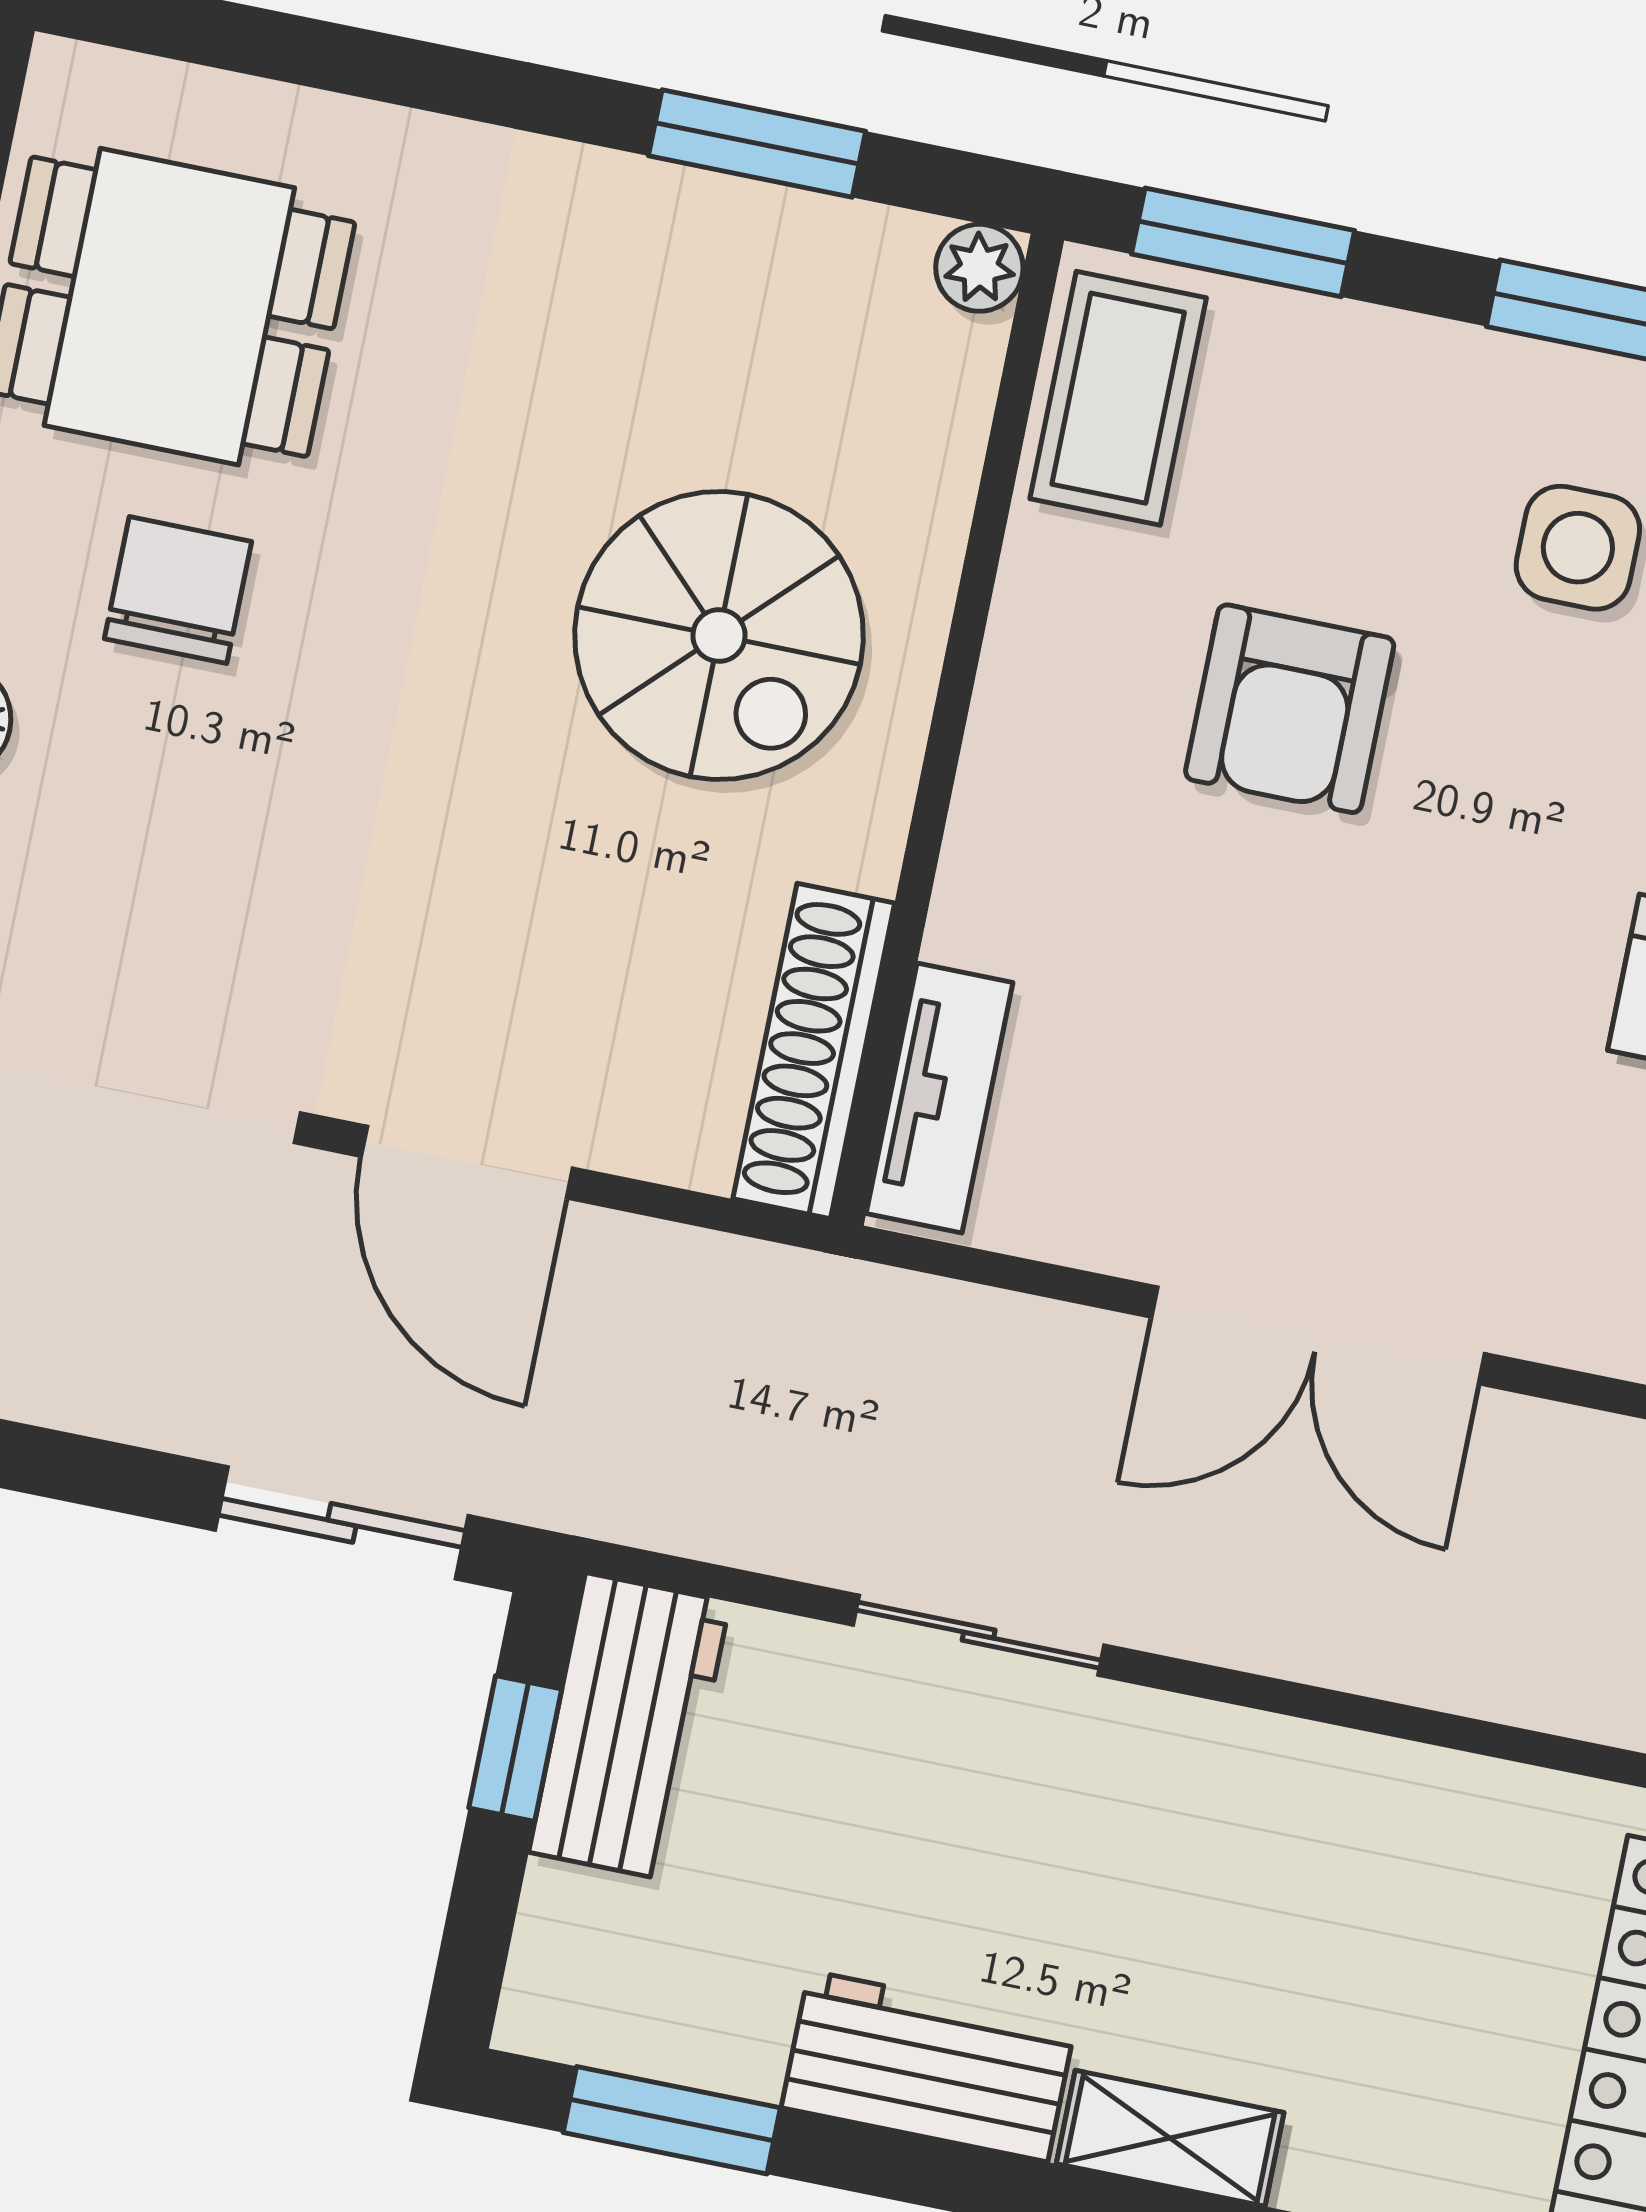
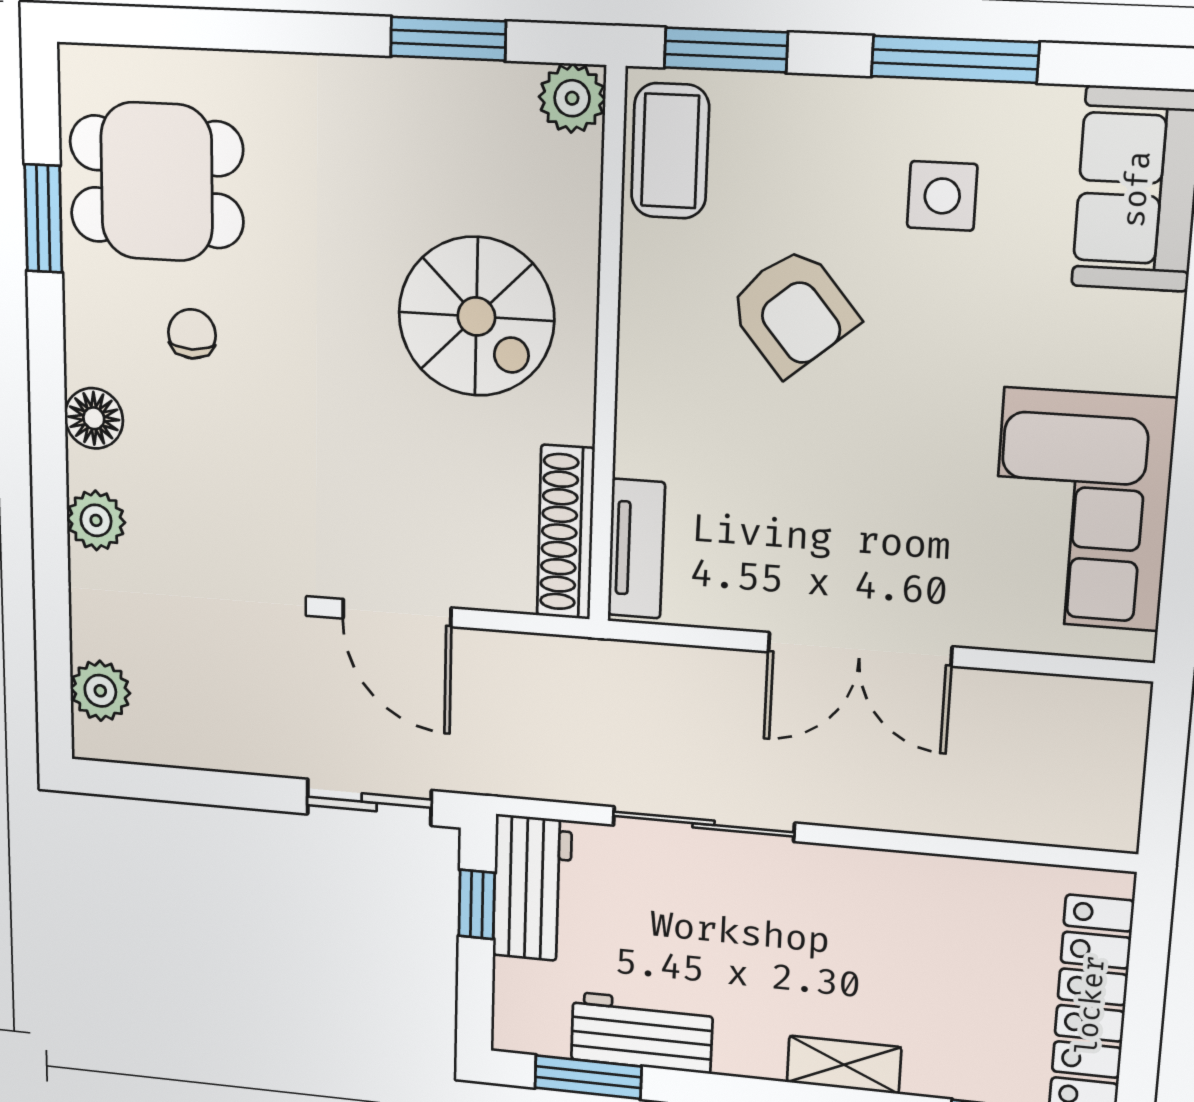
plant: (979, 268) -> (572, 98), width x1.38, depth x1.38
chair: (178, 590) -> (192, 334), width x0.73, depth x0.73
armchair: (1290, 709) -> (793, 311), turned -40
sliding door: (979, 1635) -> (703, 824), width x1.37
workbench: (928, 2066) -> (642, 1033), moved

